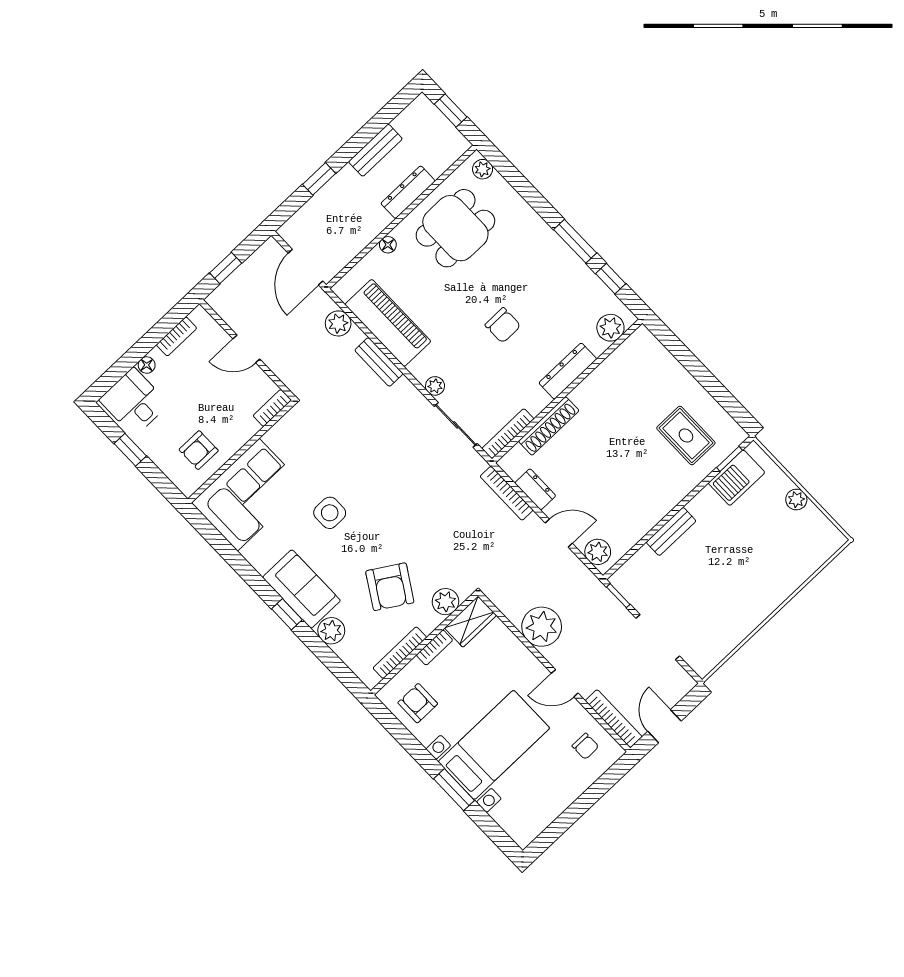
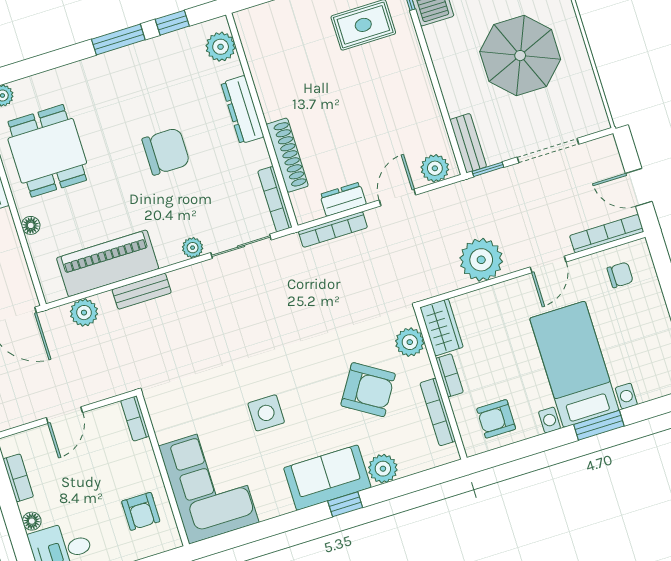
chair: (503, 325) -> (166, 151), width x1.37, depth x1.37
bench: (671, 531) -> (468, 143), moved
parasol: (724, 576) -> (520, 56), added

